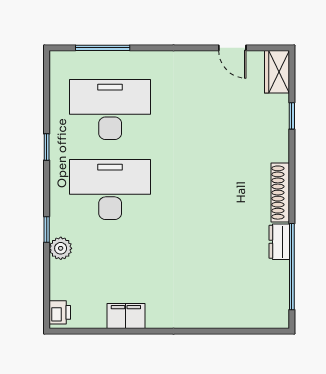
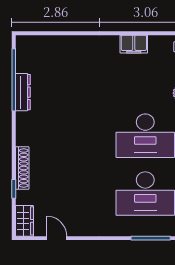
shoe rack: (280, 193) -> (22, 168), moved
dresser: (279, 242) -> (23, 92), width x1.44

